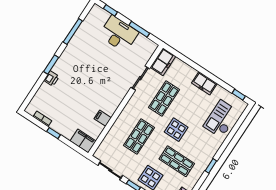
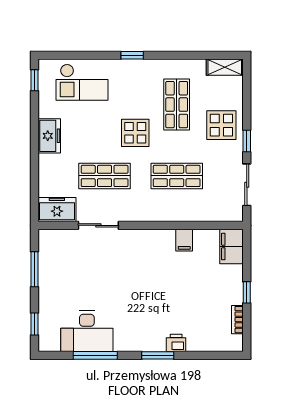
desk: (119, 34) -> (87, 331), moved, turned -90
window: (211, 166) -> (132, 55), moved

